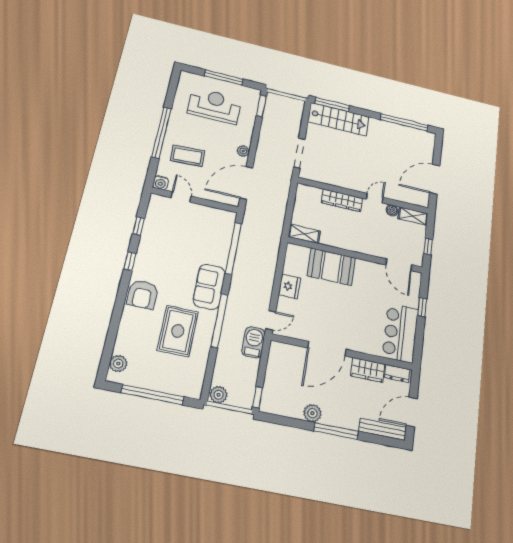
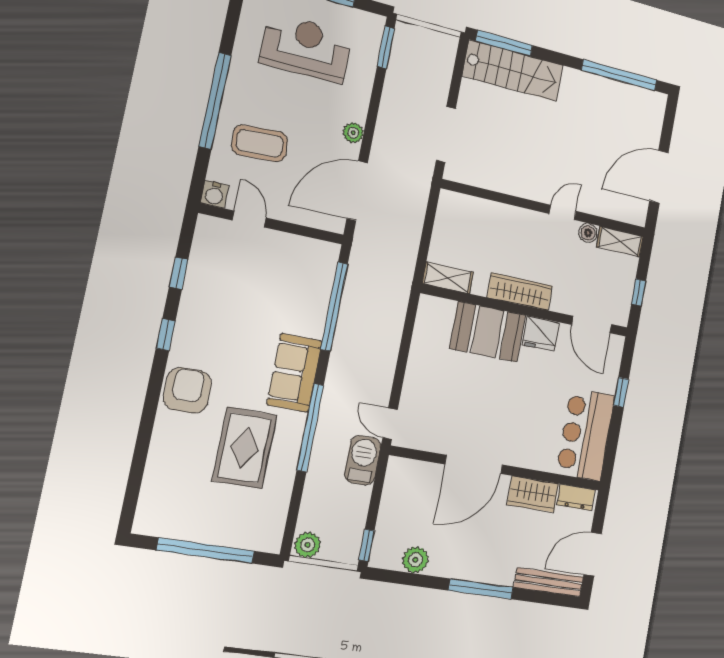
wardrobe: (342, 200) -> (520, 292), moved, turned 180
fridge: (289, 286) -> (541, 334), moved, turned 90
armchair: (142, 295) -> (187, 390), turned 180
door: (271, 320) -> (390, 424), swing flipped
plant: (118, 364) -> (151, 505), removed
plant: (312, 413) -> (415, 560), moved

